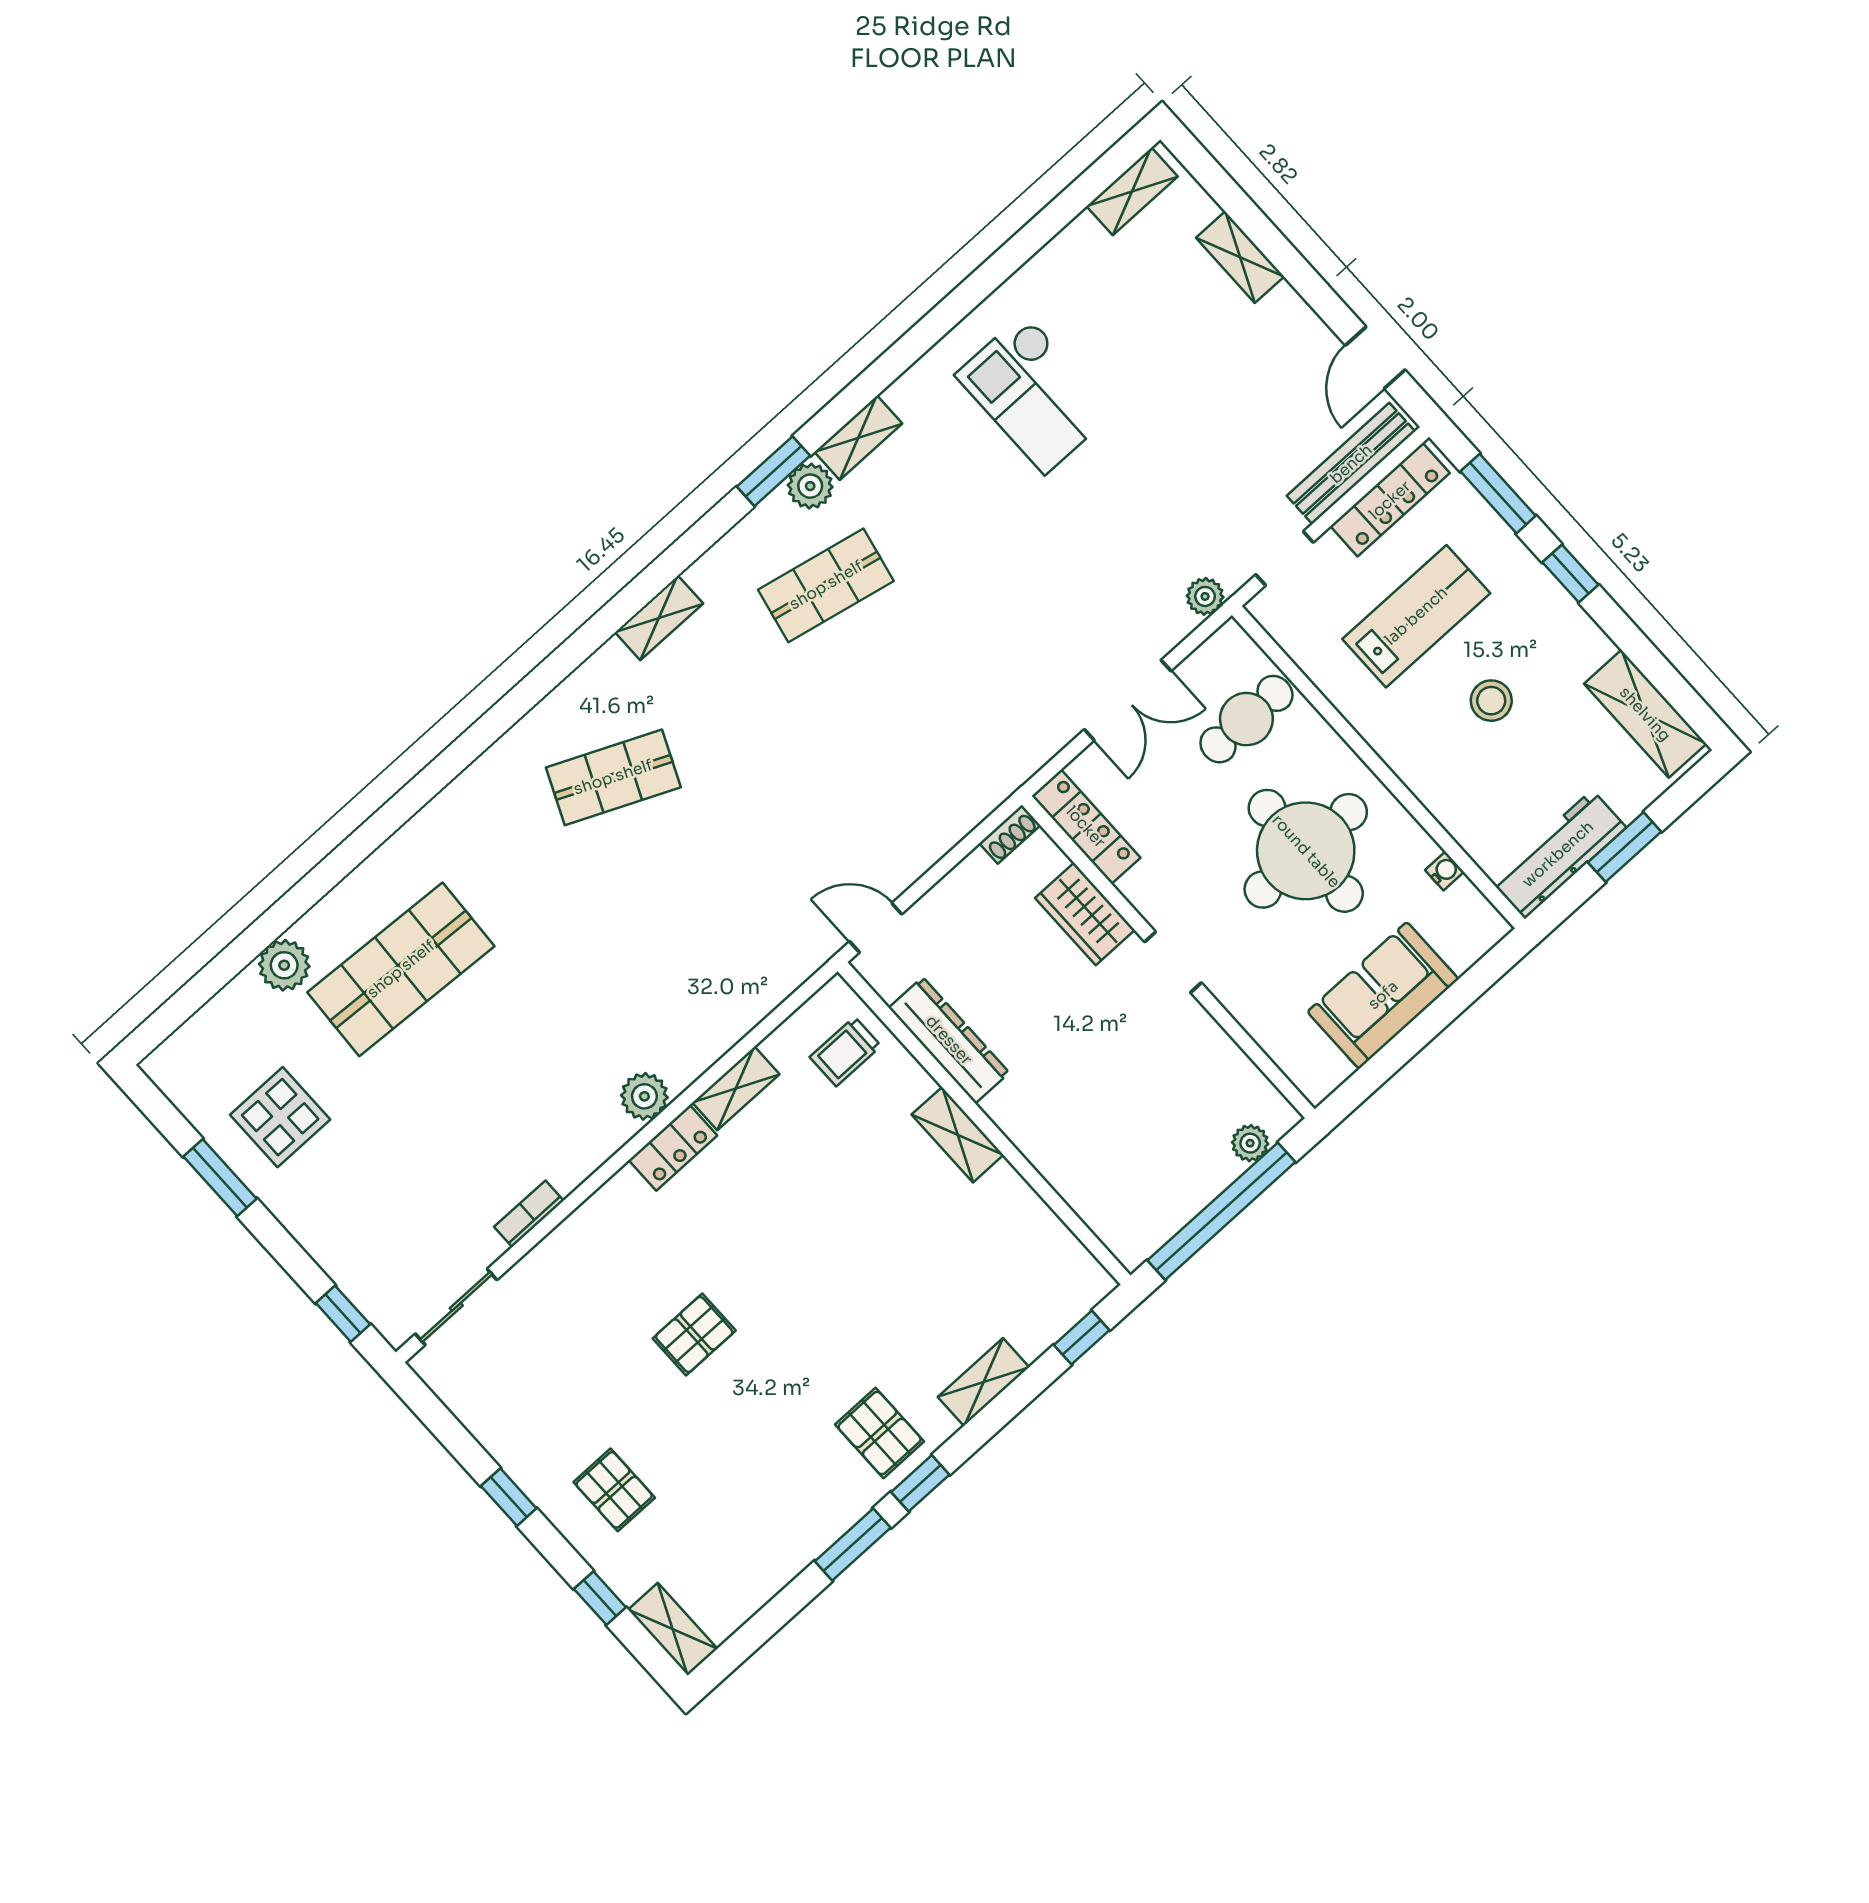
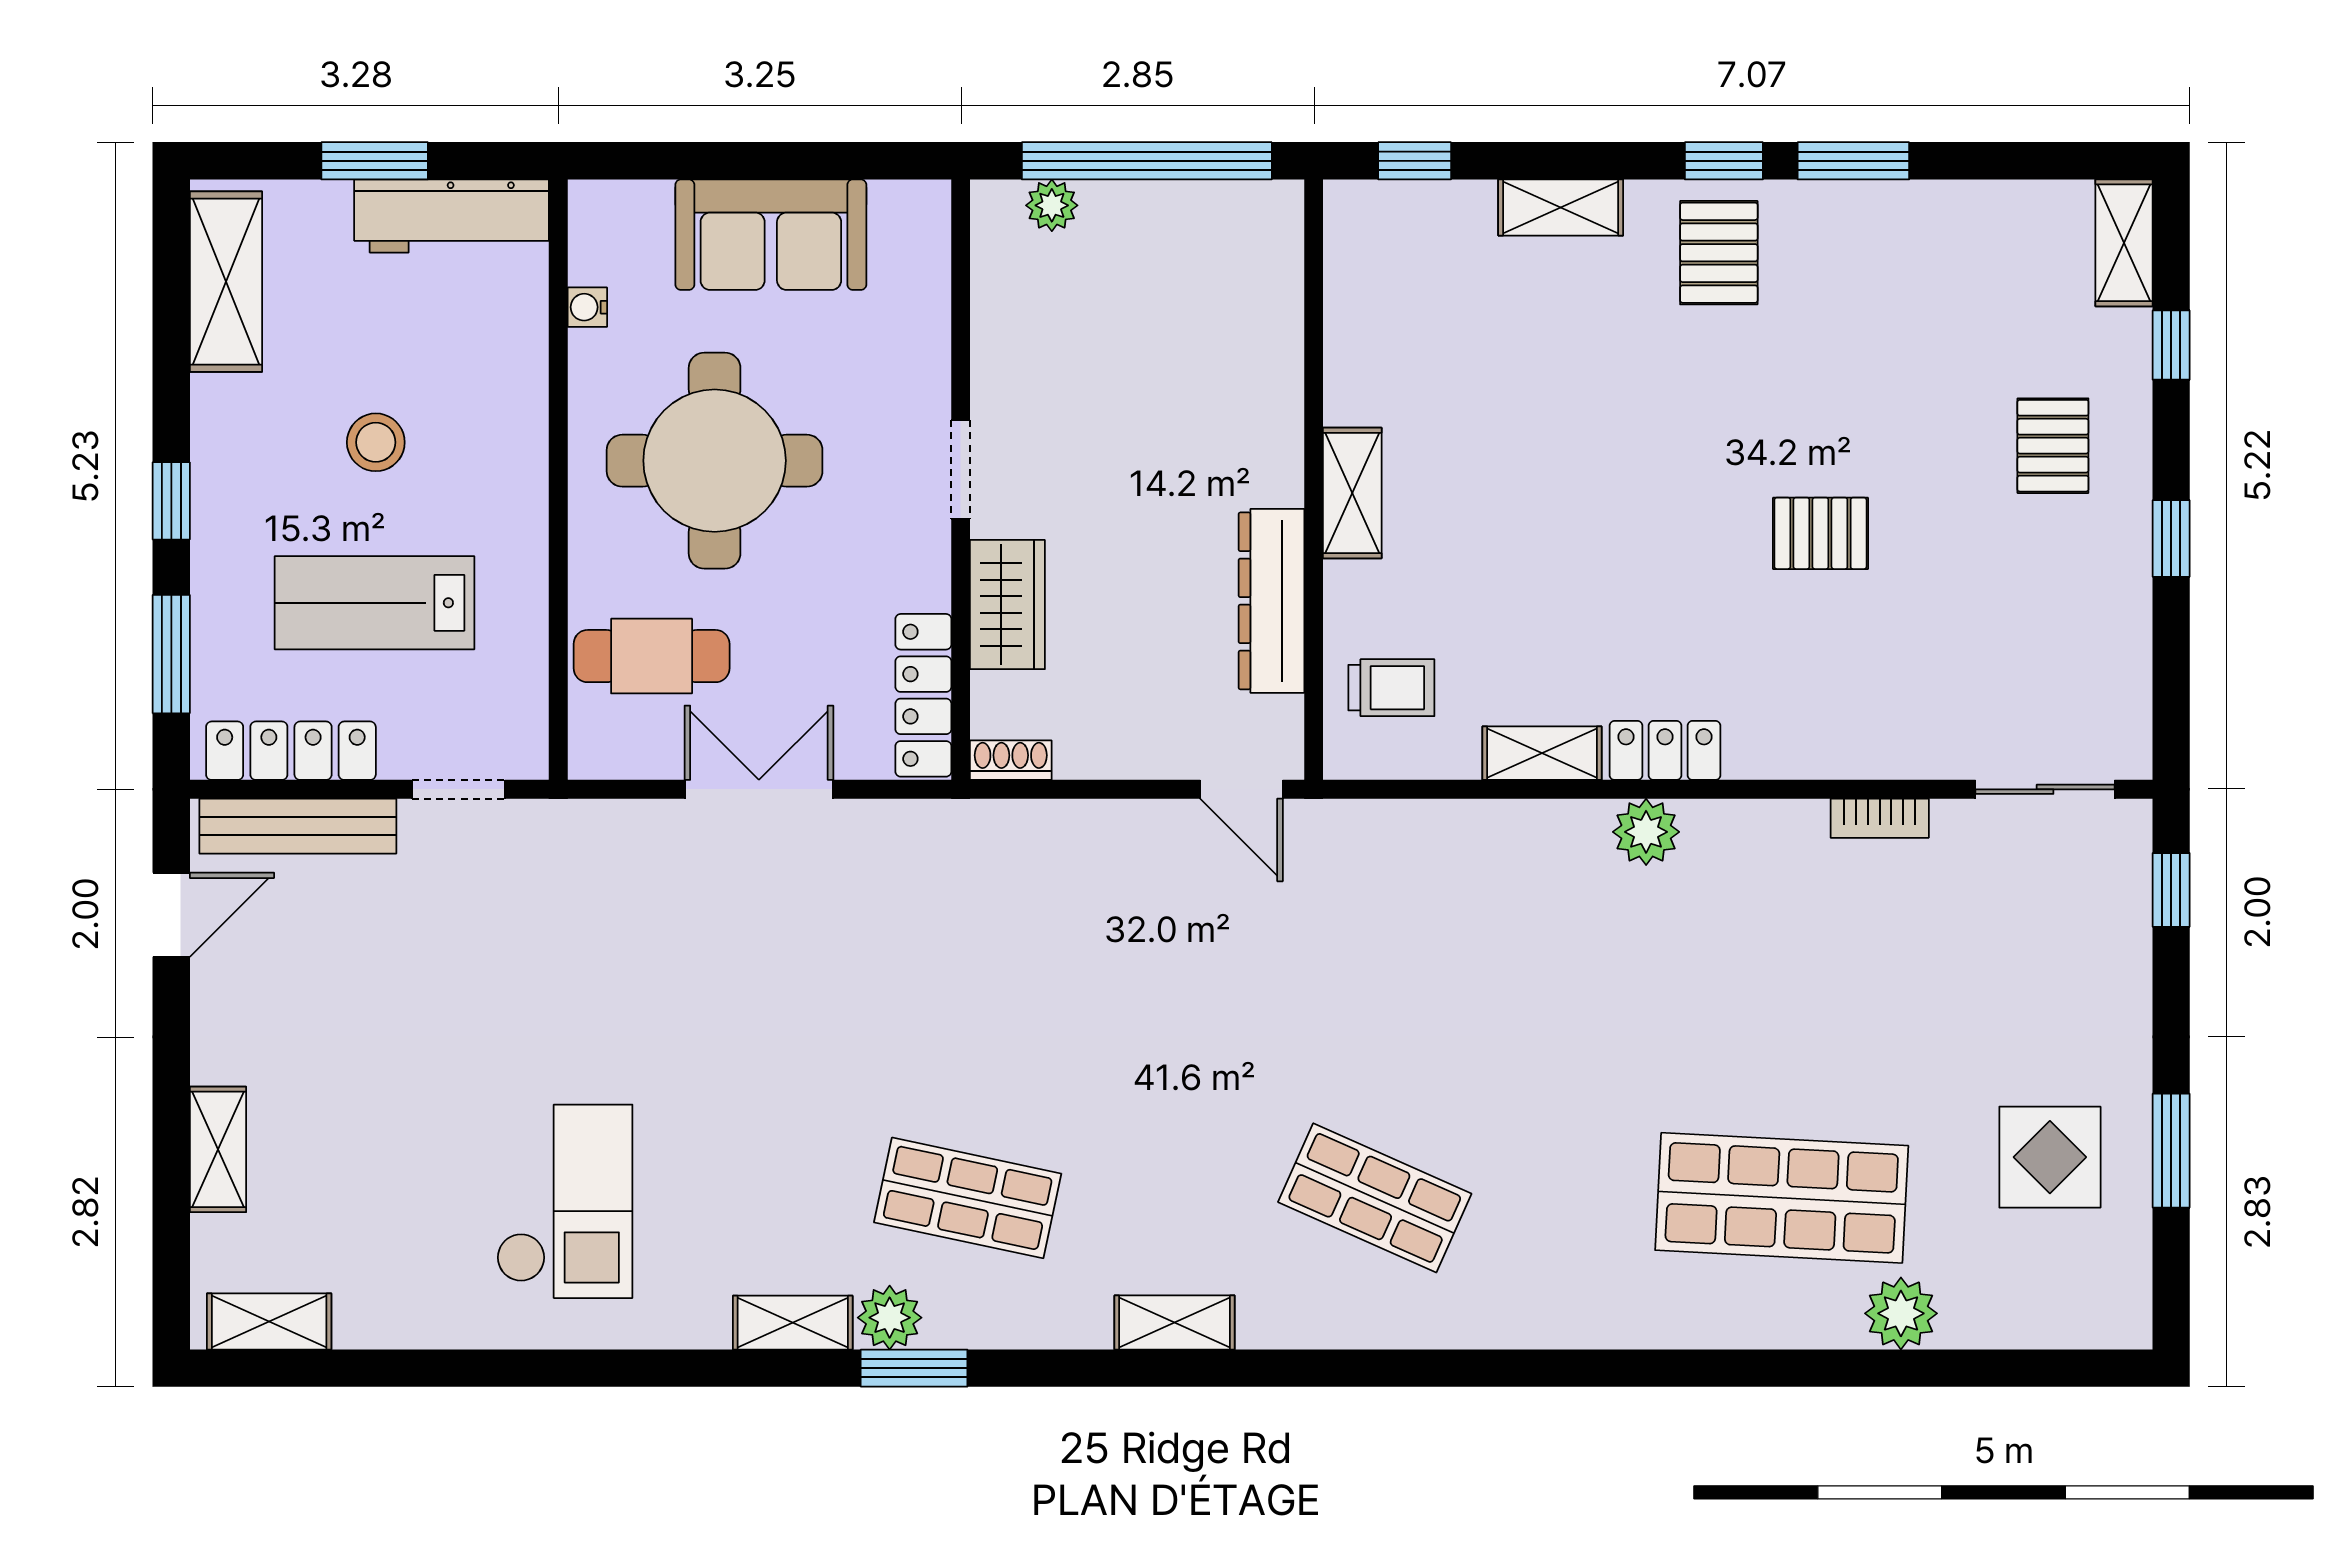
plant: (1205, 596) -> (578, 825), removed

